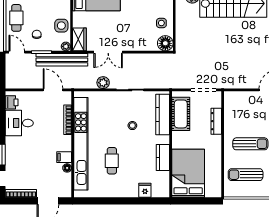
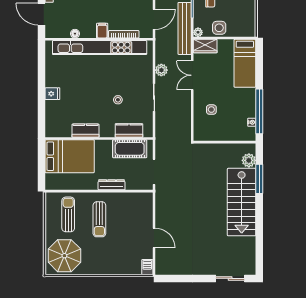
side table: (161, 23) -> (211, 110), moved
floor lamp: (165, 43) -> (201, 133), removed
kitchen counter: (163, 115) -> (129, 130), width x0.67
dresser: (216, 121) -> (112, 185), moved
filing cabinet: (64, 157) -> (102, 31), moved
cafe table: (112, 161) -> (82, 79), removed
fridge: (145, 190) -> (52, 94), moved

